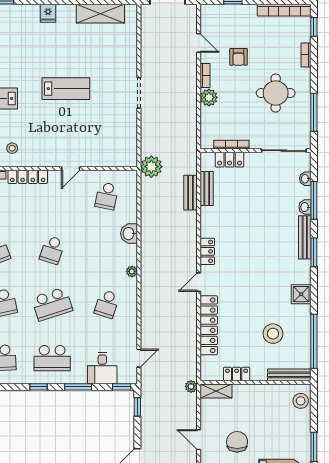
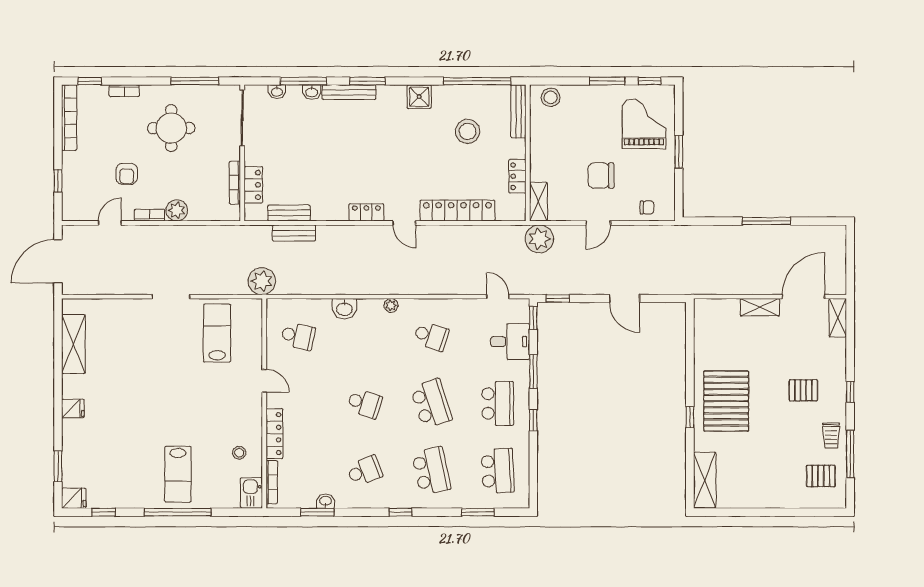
armchair: (239, 57) -> (127, 174), turned 90
lab bench: (66, 89) -> (217, 333), moved
plant: (191, 386) -> (539, 239), width x1.88, depth x1.88

